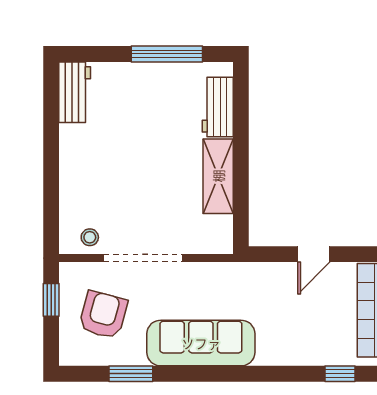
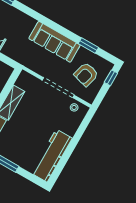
workbench: (75, 92) -> (52, 156), width x1.88, depth x1.32
window: (51, 300) -> (111, 78), moved

